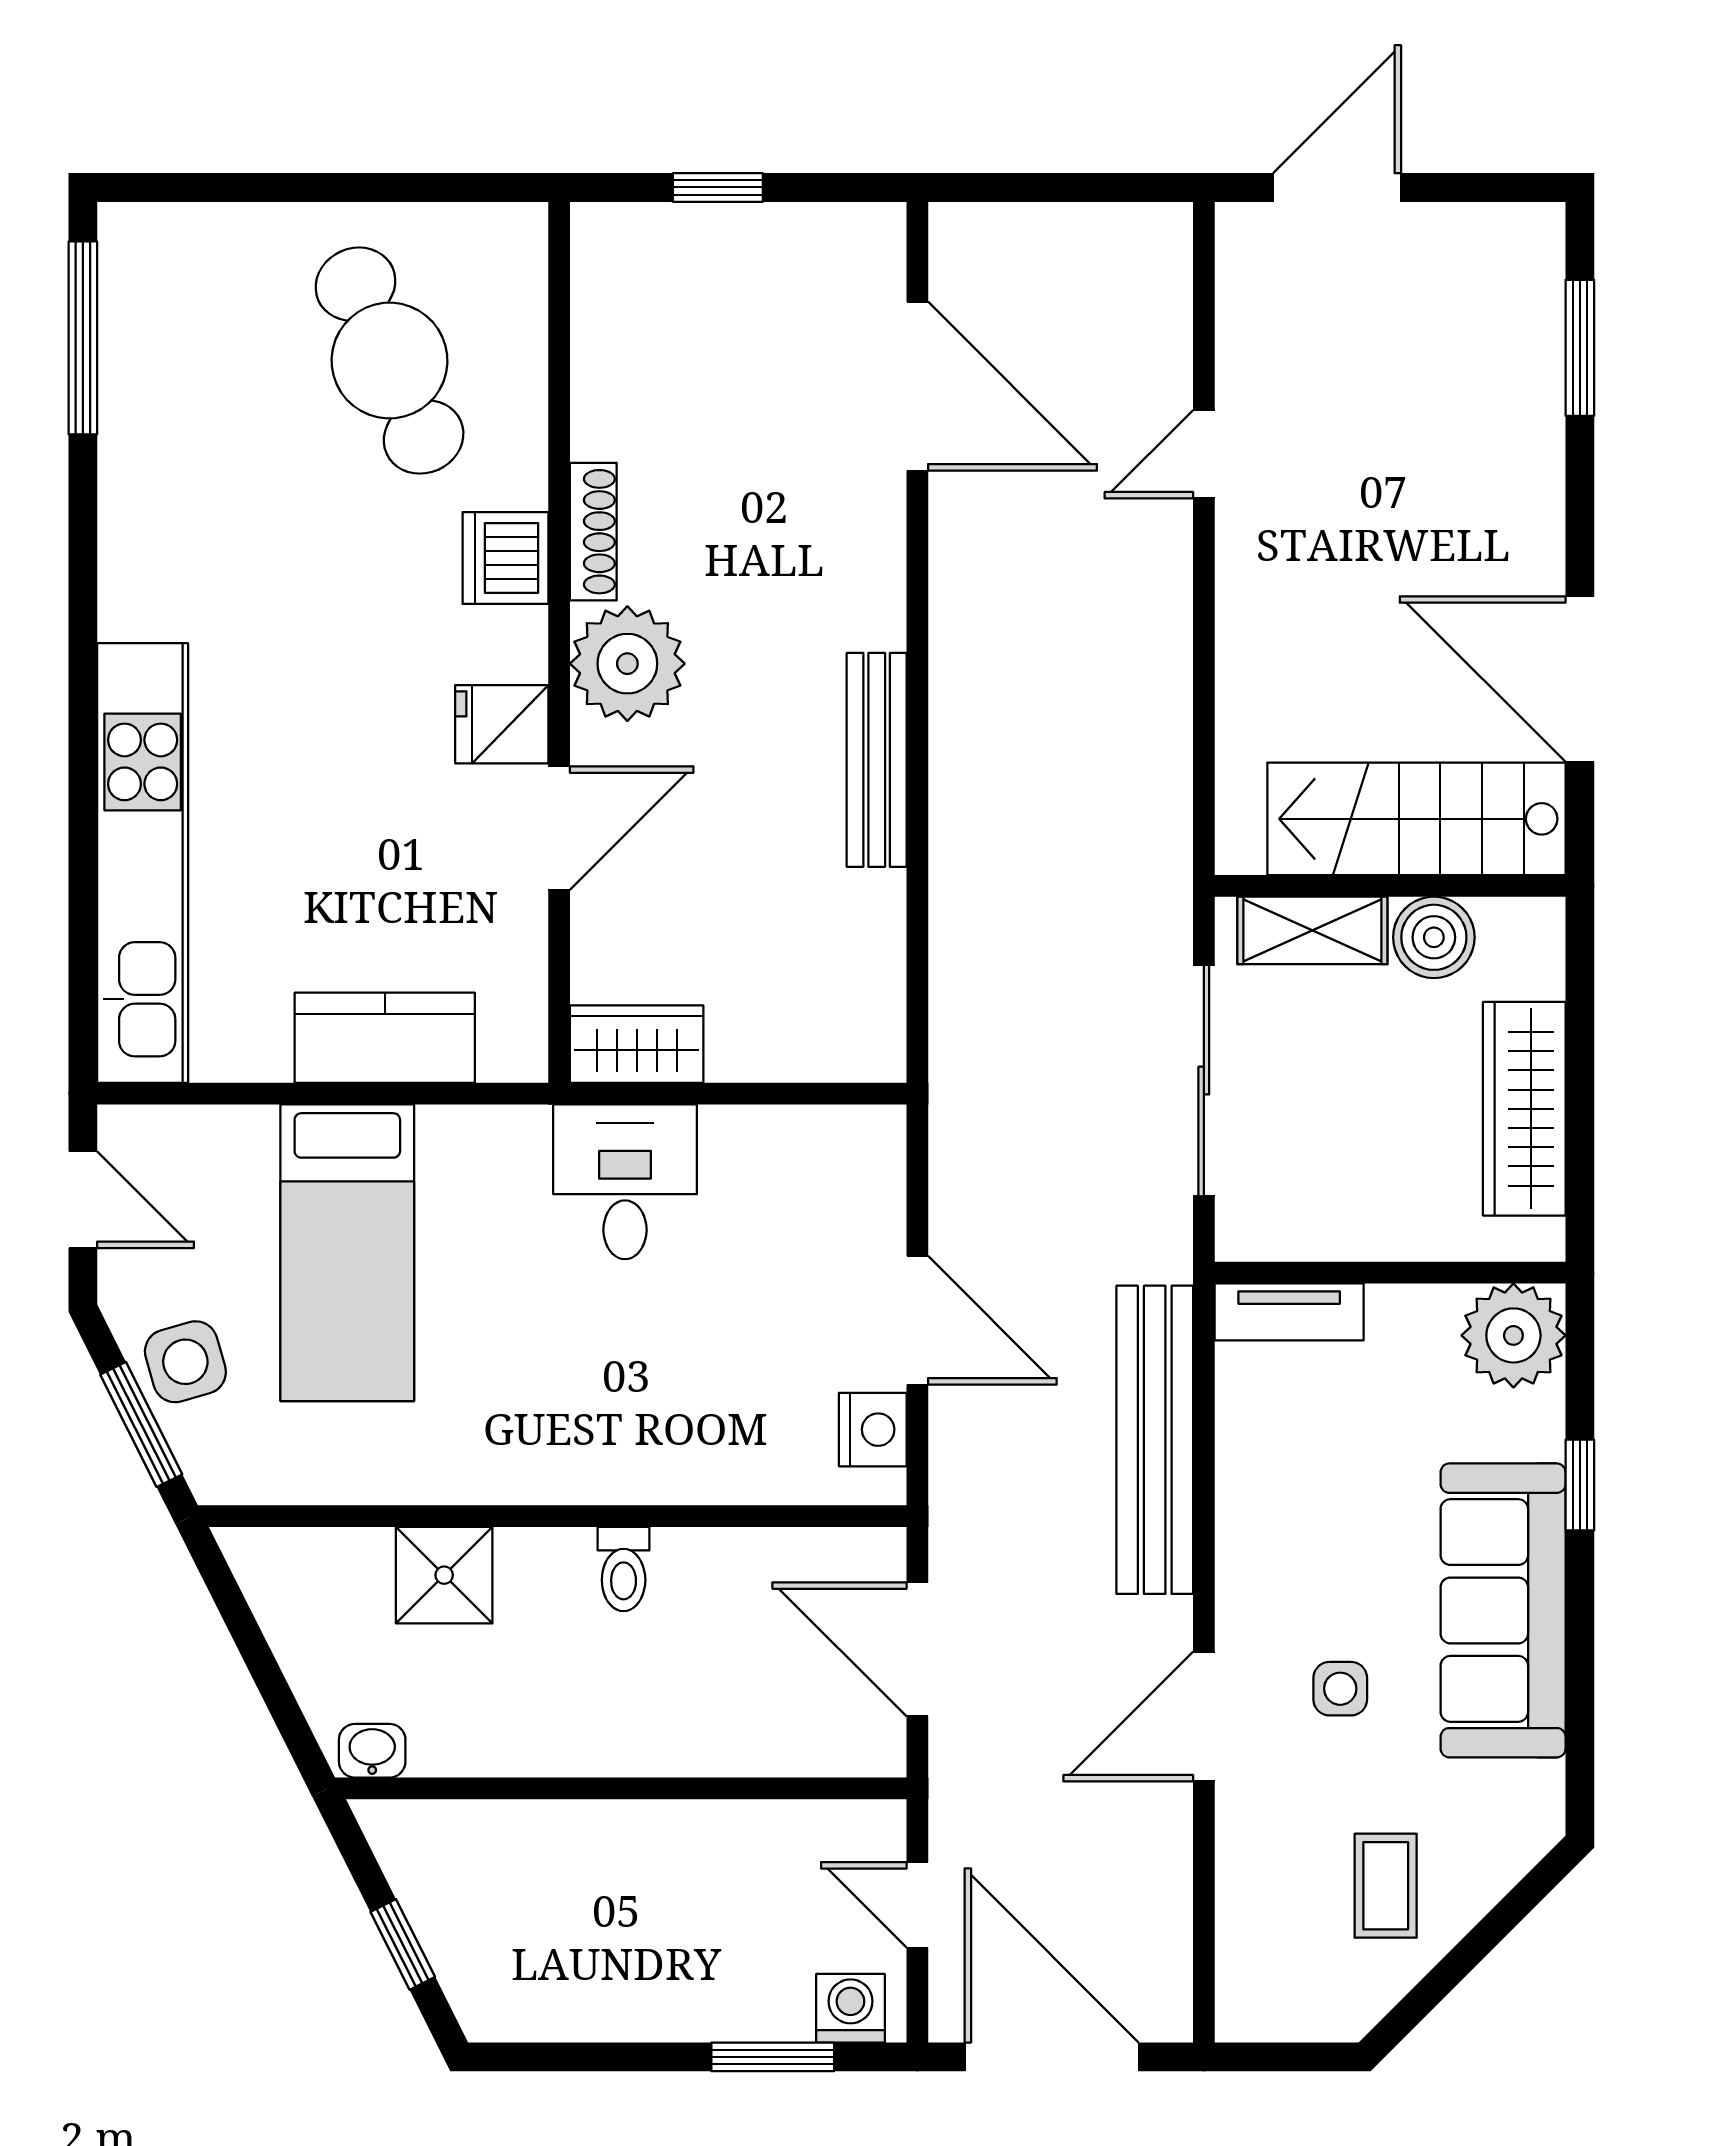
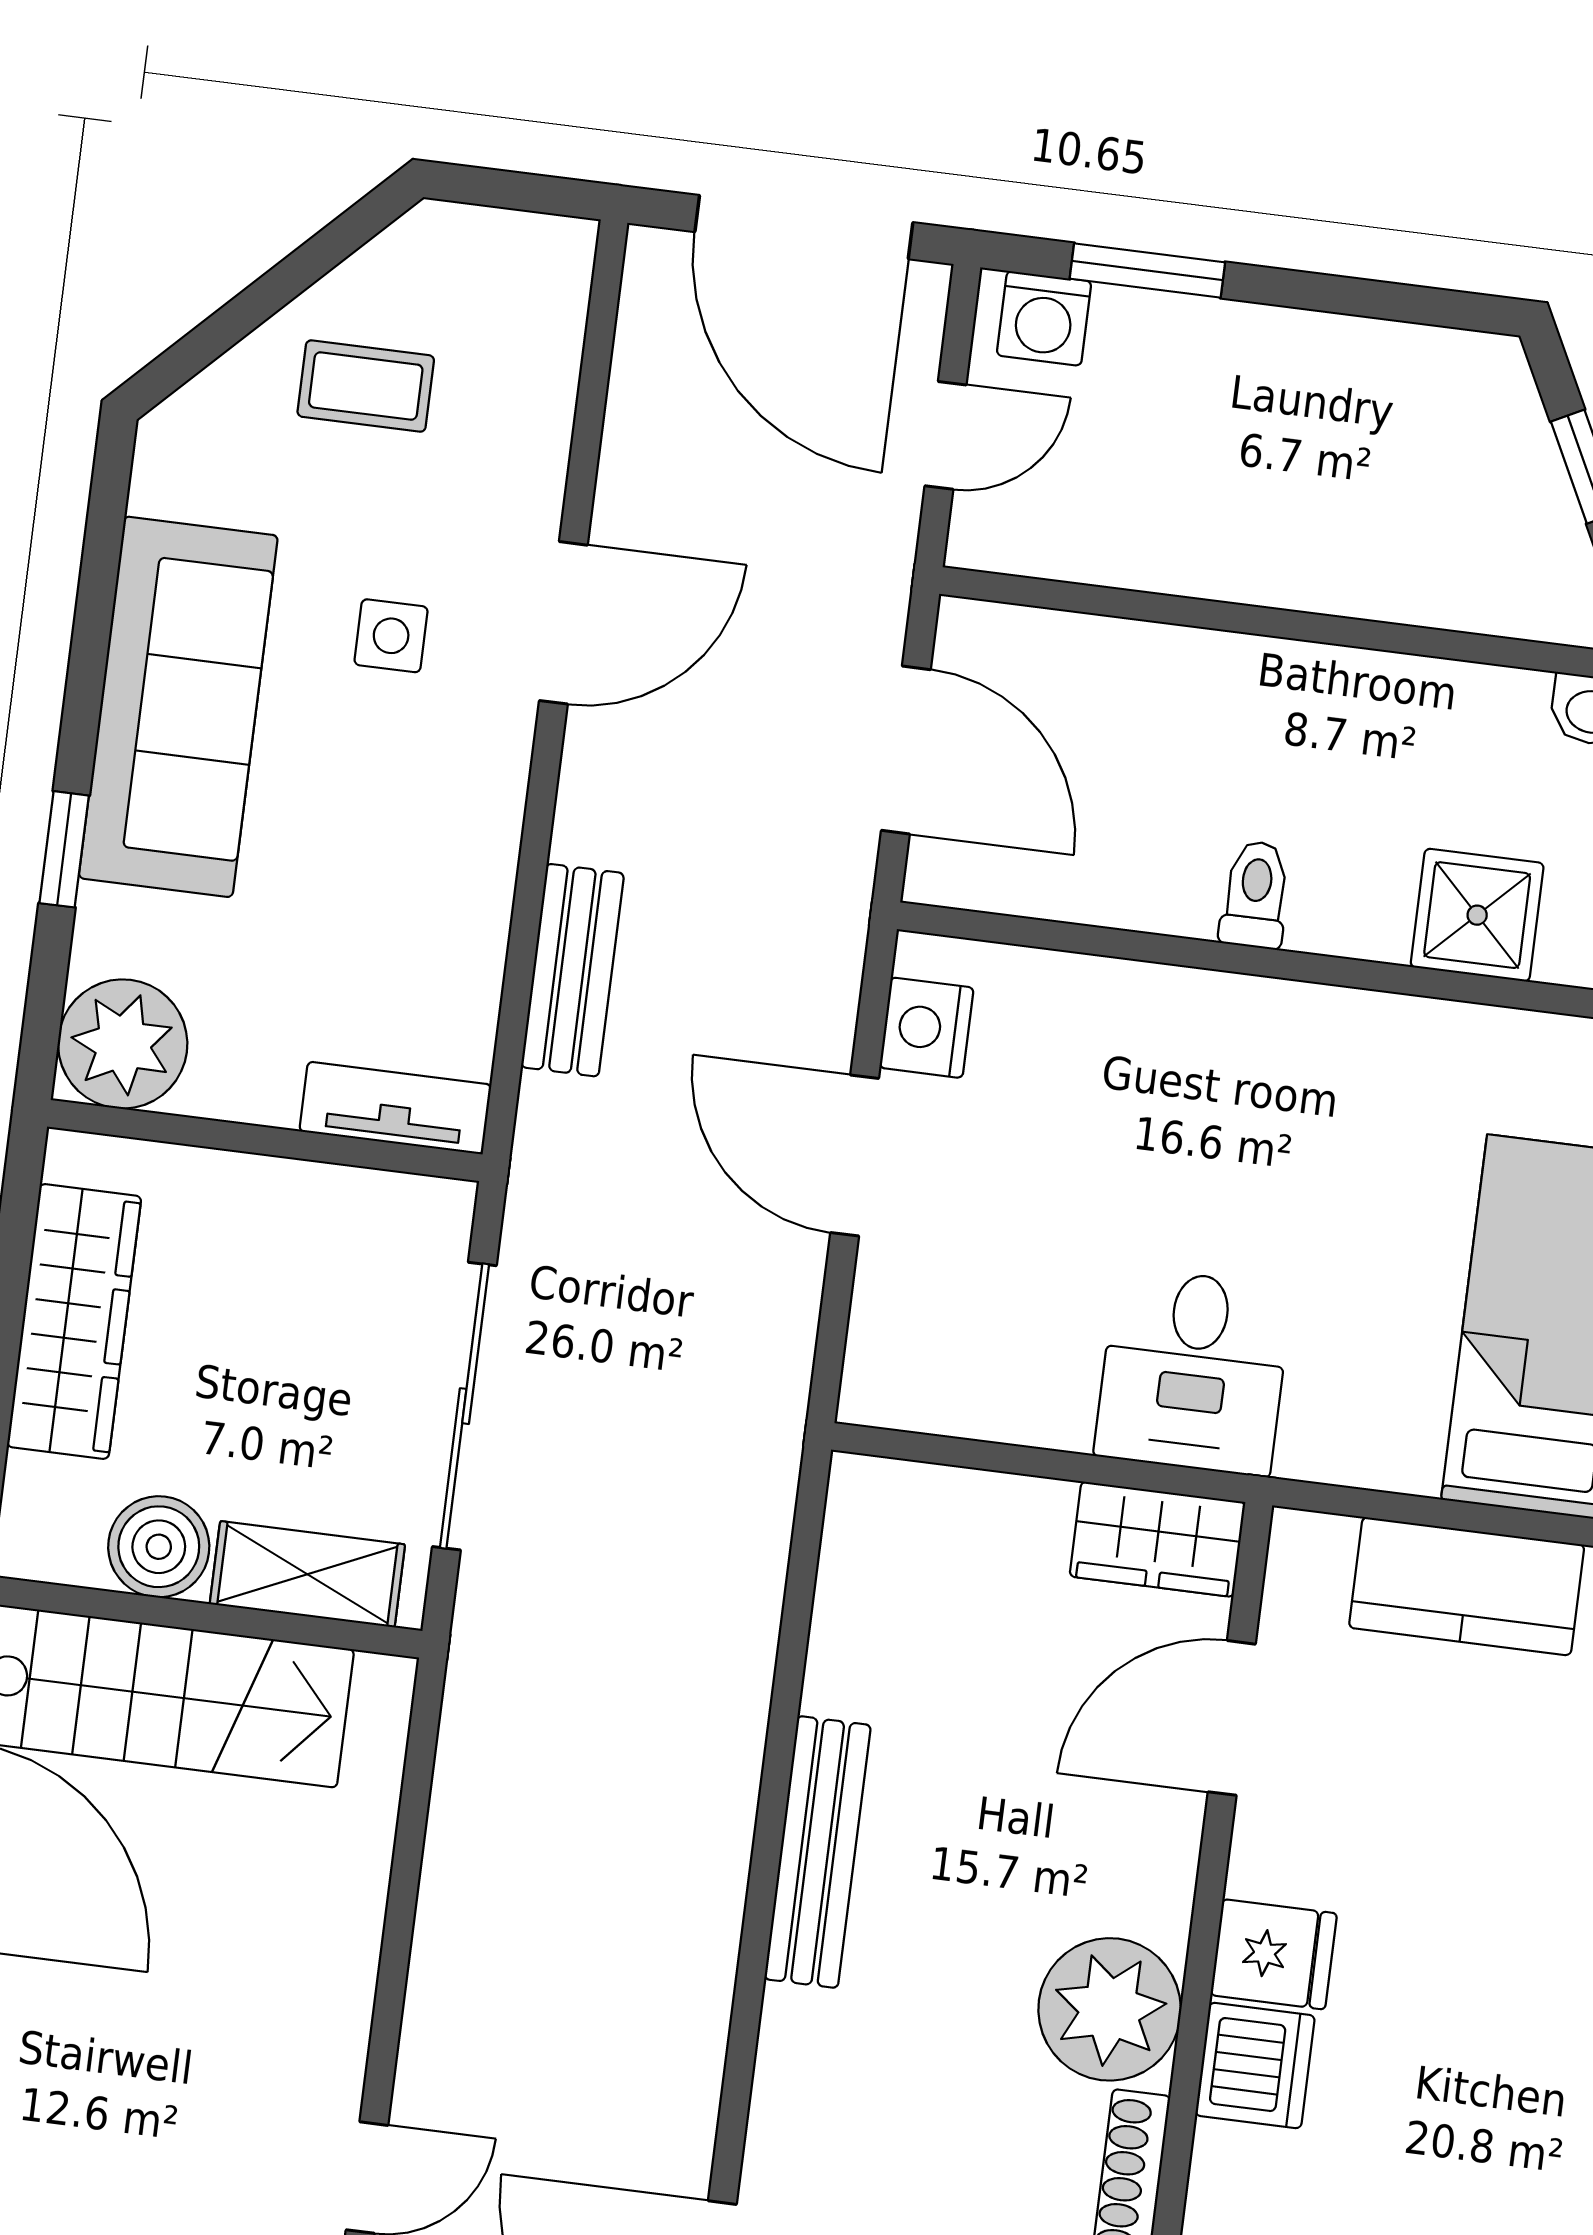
dishwasher: (505, 558) -> (1255, 2066), moved
door: (559, 828) -> (1232, 1718), moved
bench: (1155, 1440) -> (572, 970), width x0.54, depth x0.82
coffee table: (1386, 1886) -> (366, 386), turned 90
door: (917, 1905) -> (946, 435), hinge flipped

